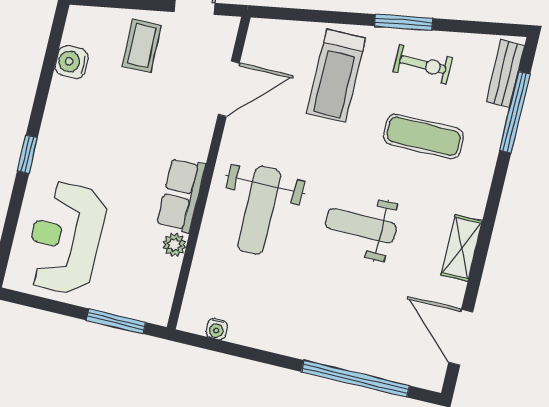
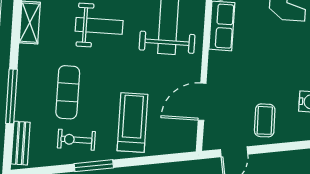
window: (515, 112) -> (11, 96), moved
exercise mat: (423, 136) -> (68, 92), turned 90

